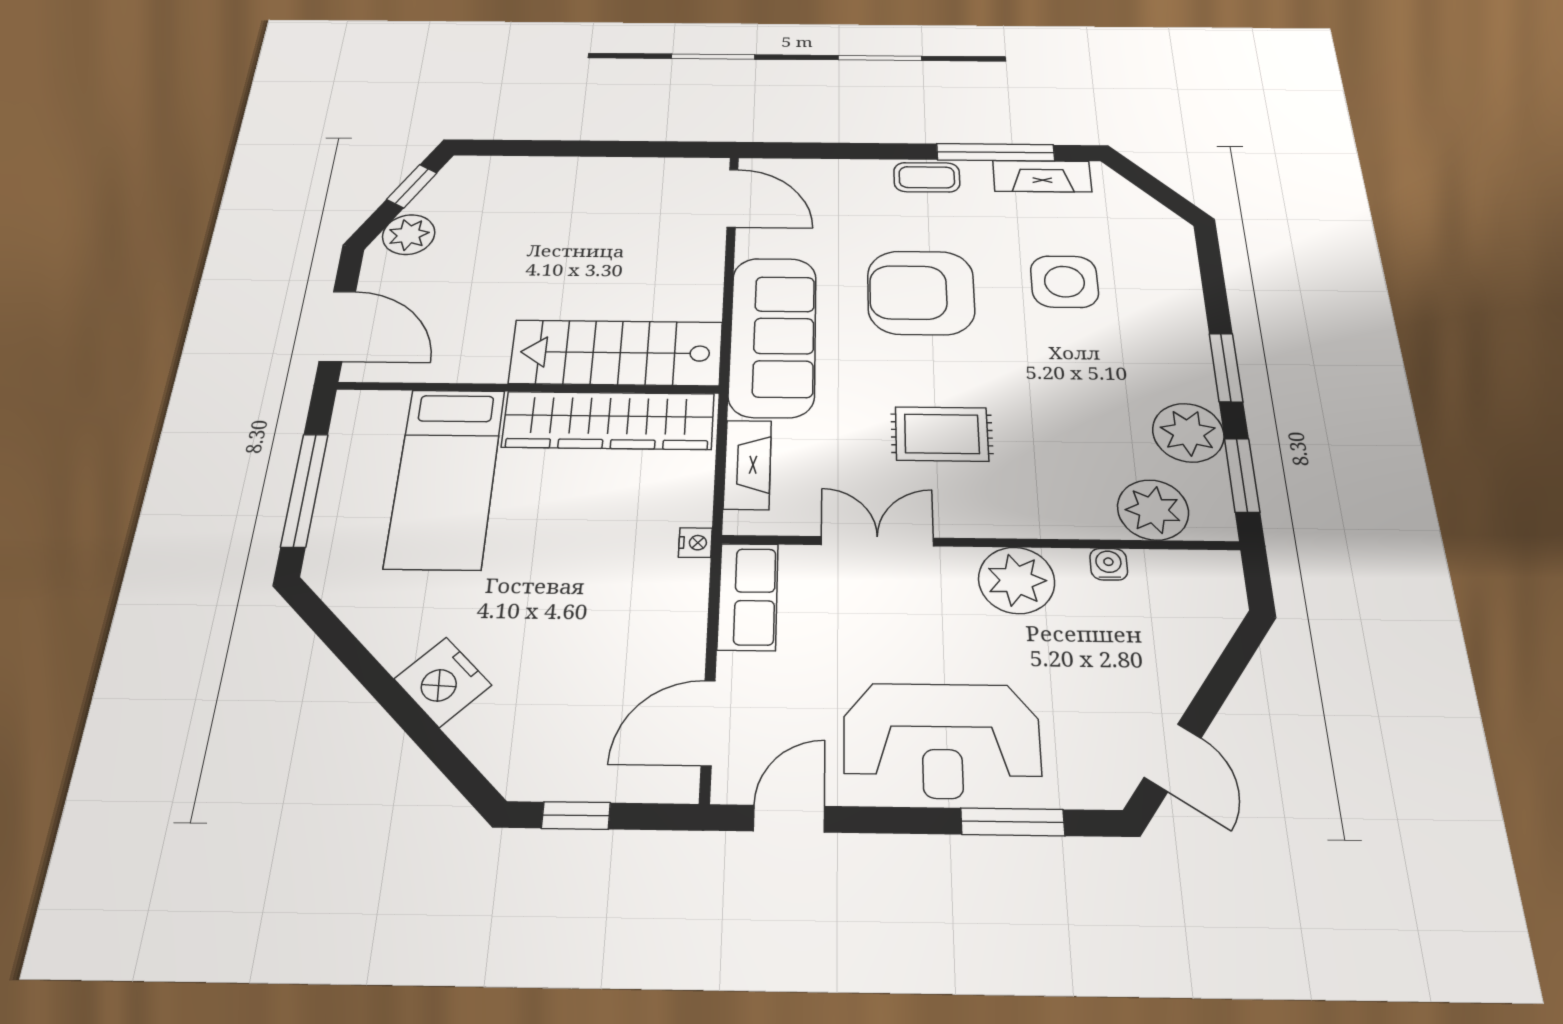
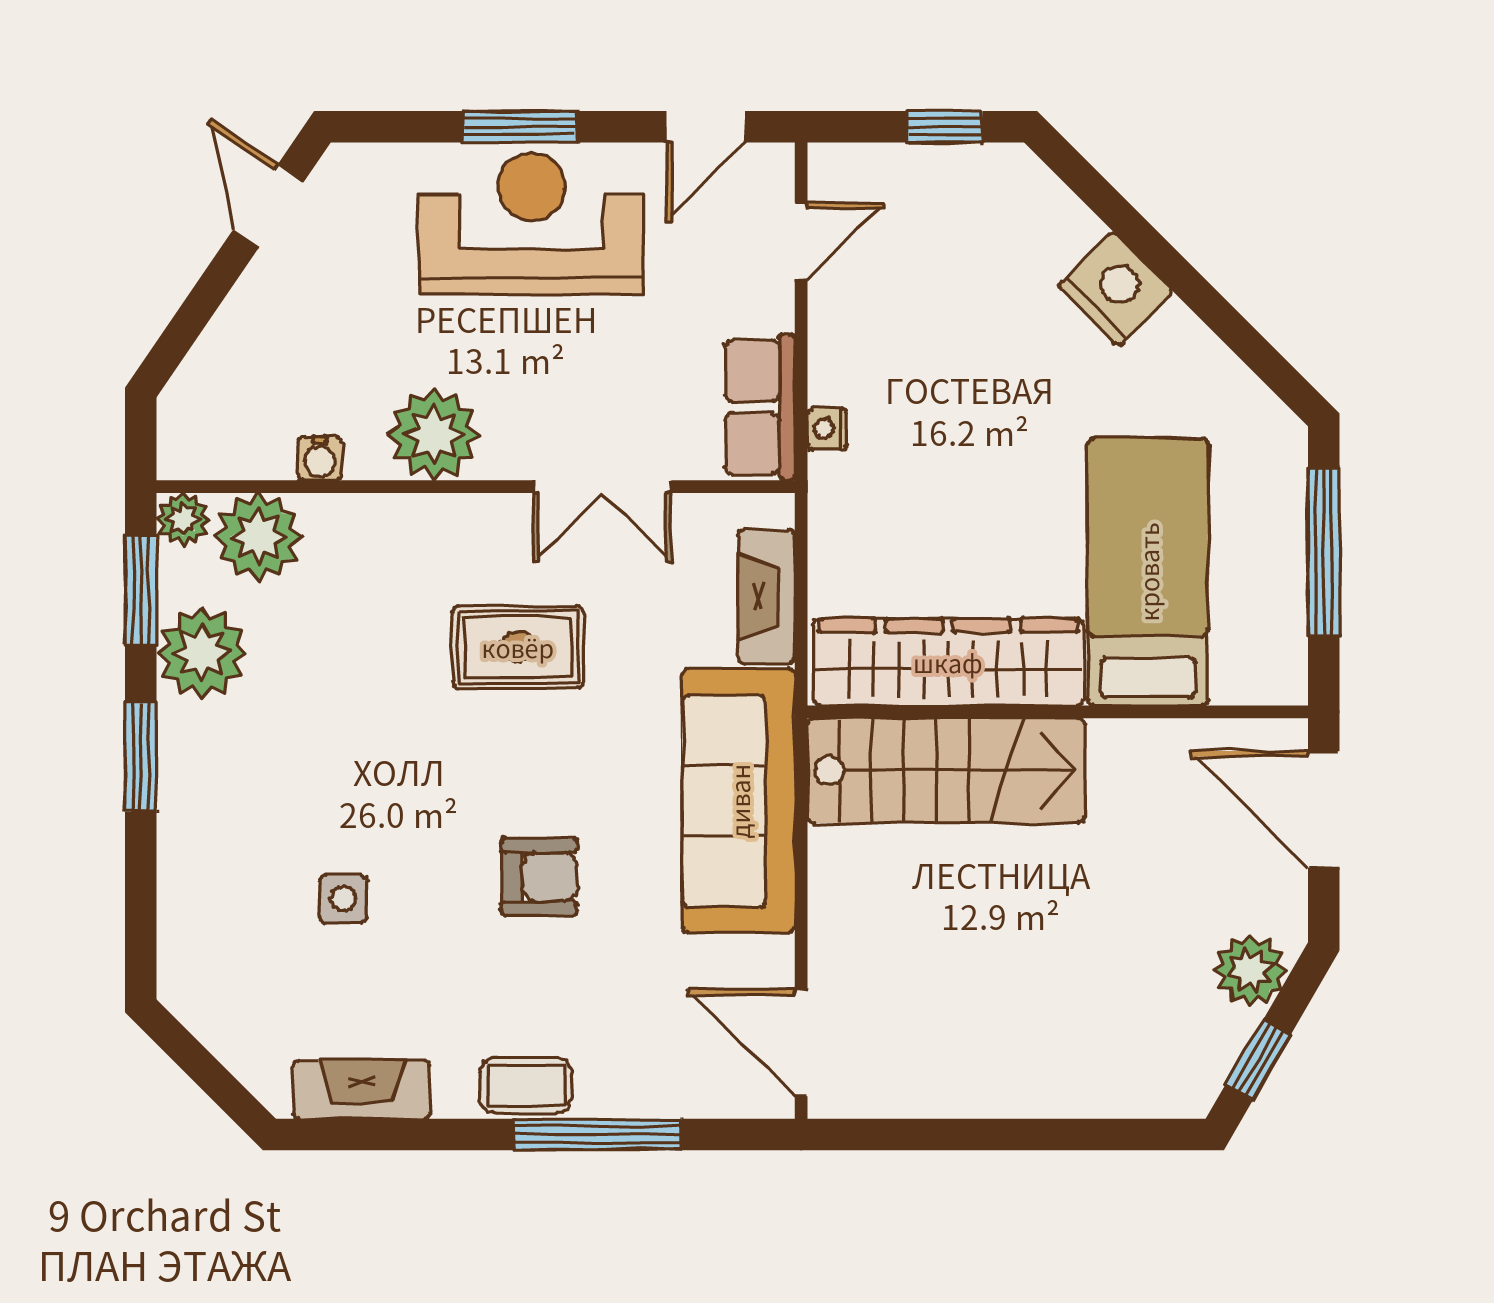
window: (996, 152) -> (598, 1134), moved
side table: (1064, 282) -> (343, 898), width x0.54, depth x0.54
armchair: (921, 293) -> (539, 877), width x0.53, depth x0.53
plant: (1215, 523) -> (183, 519), added
nightstand: (695, 543) -> (827, 429), moved
door: (708, 723) -> (801, 241), width x0.73
window: (1013, 822) -> (520, 127), moved

